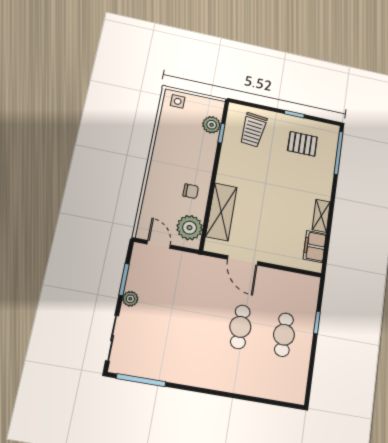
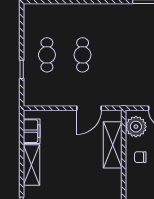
shelving: (321, 216) -> (31, 165), width x1.50, depth x1.33
door: (243, 260) -> (89, 108), swing flipped

